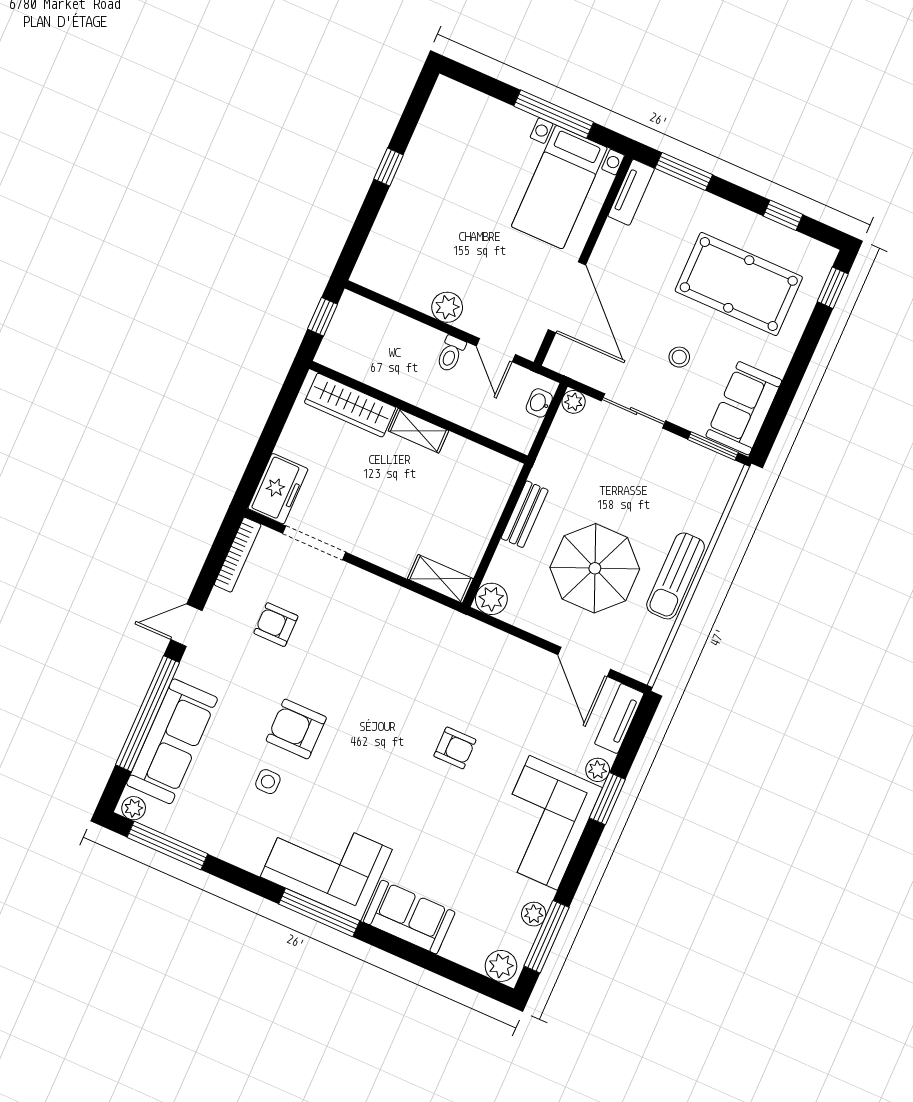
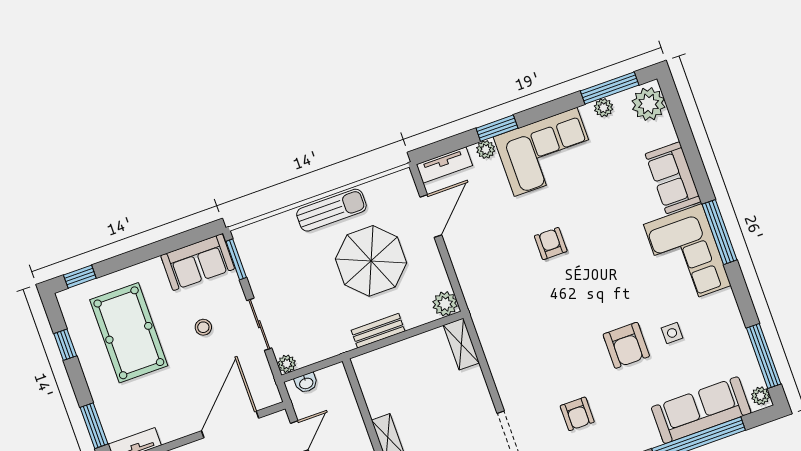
plant: (501, 966) -> (649, 104), width x1.36, depth x1.36

